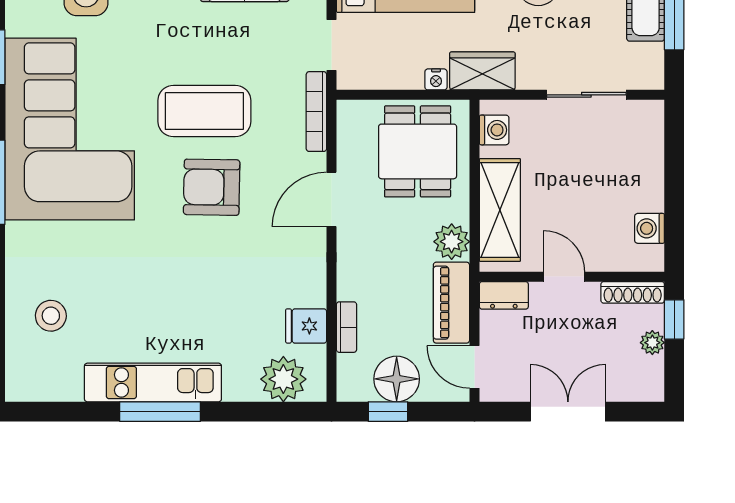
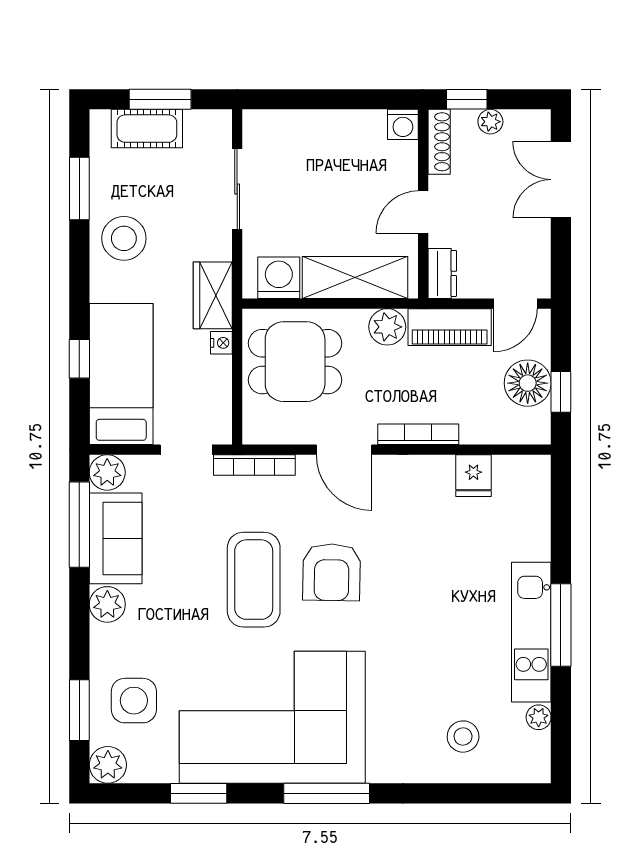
washing machine: (494, 130) -> (279, 278), width x1.38, depth x1.38
washing machine: (650, 228) -> (403, 124), moved
bookcase: (346, 327) -> (418, 434), moved, width x1.56
plant: (283, 379) -> (539, 717), moved, width x0.53, depth x0.53
double door: (568, 412) -> (561, 180), moved

